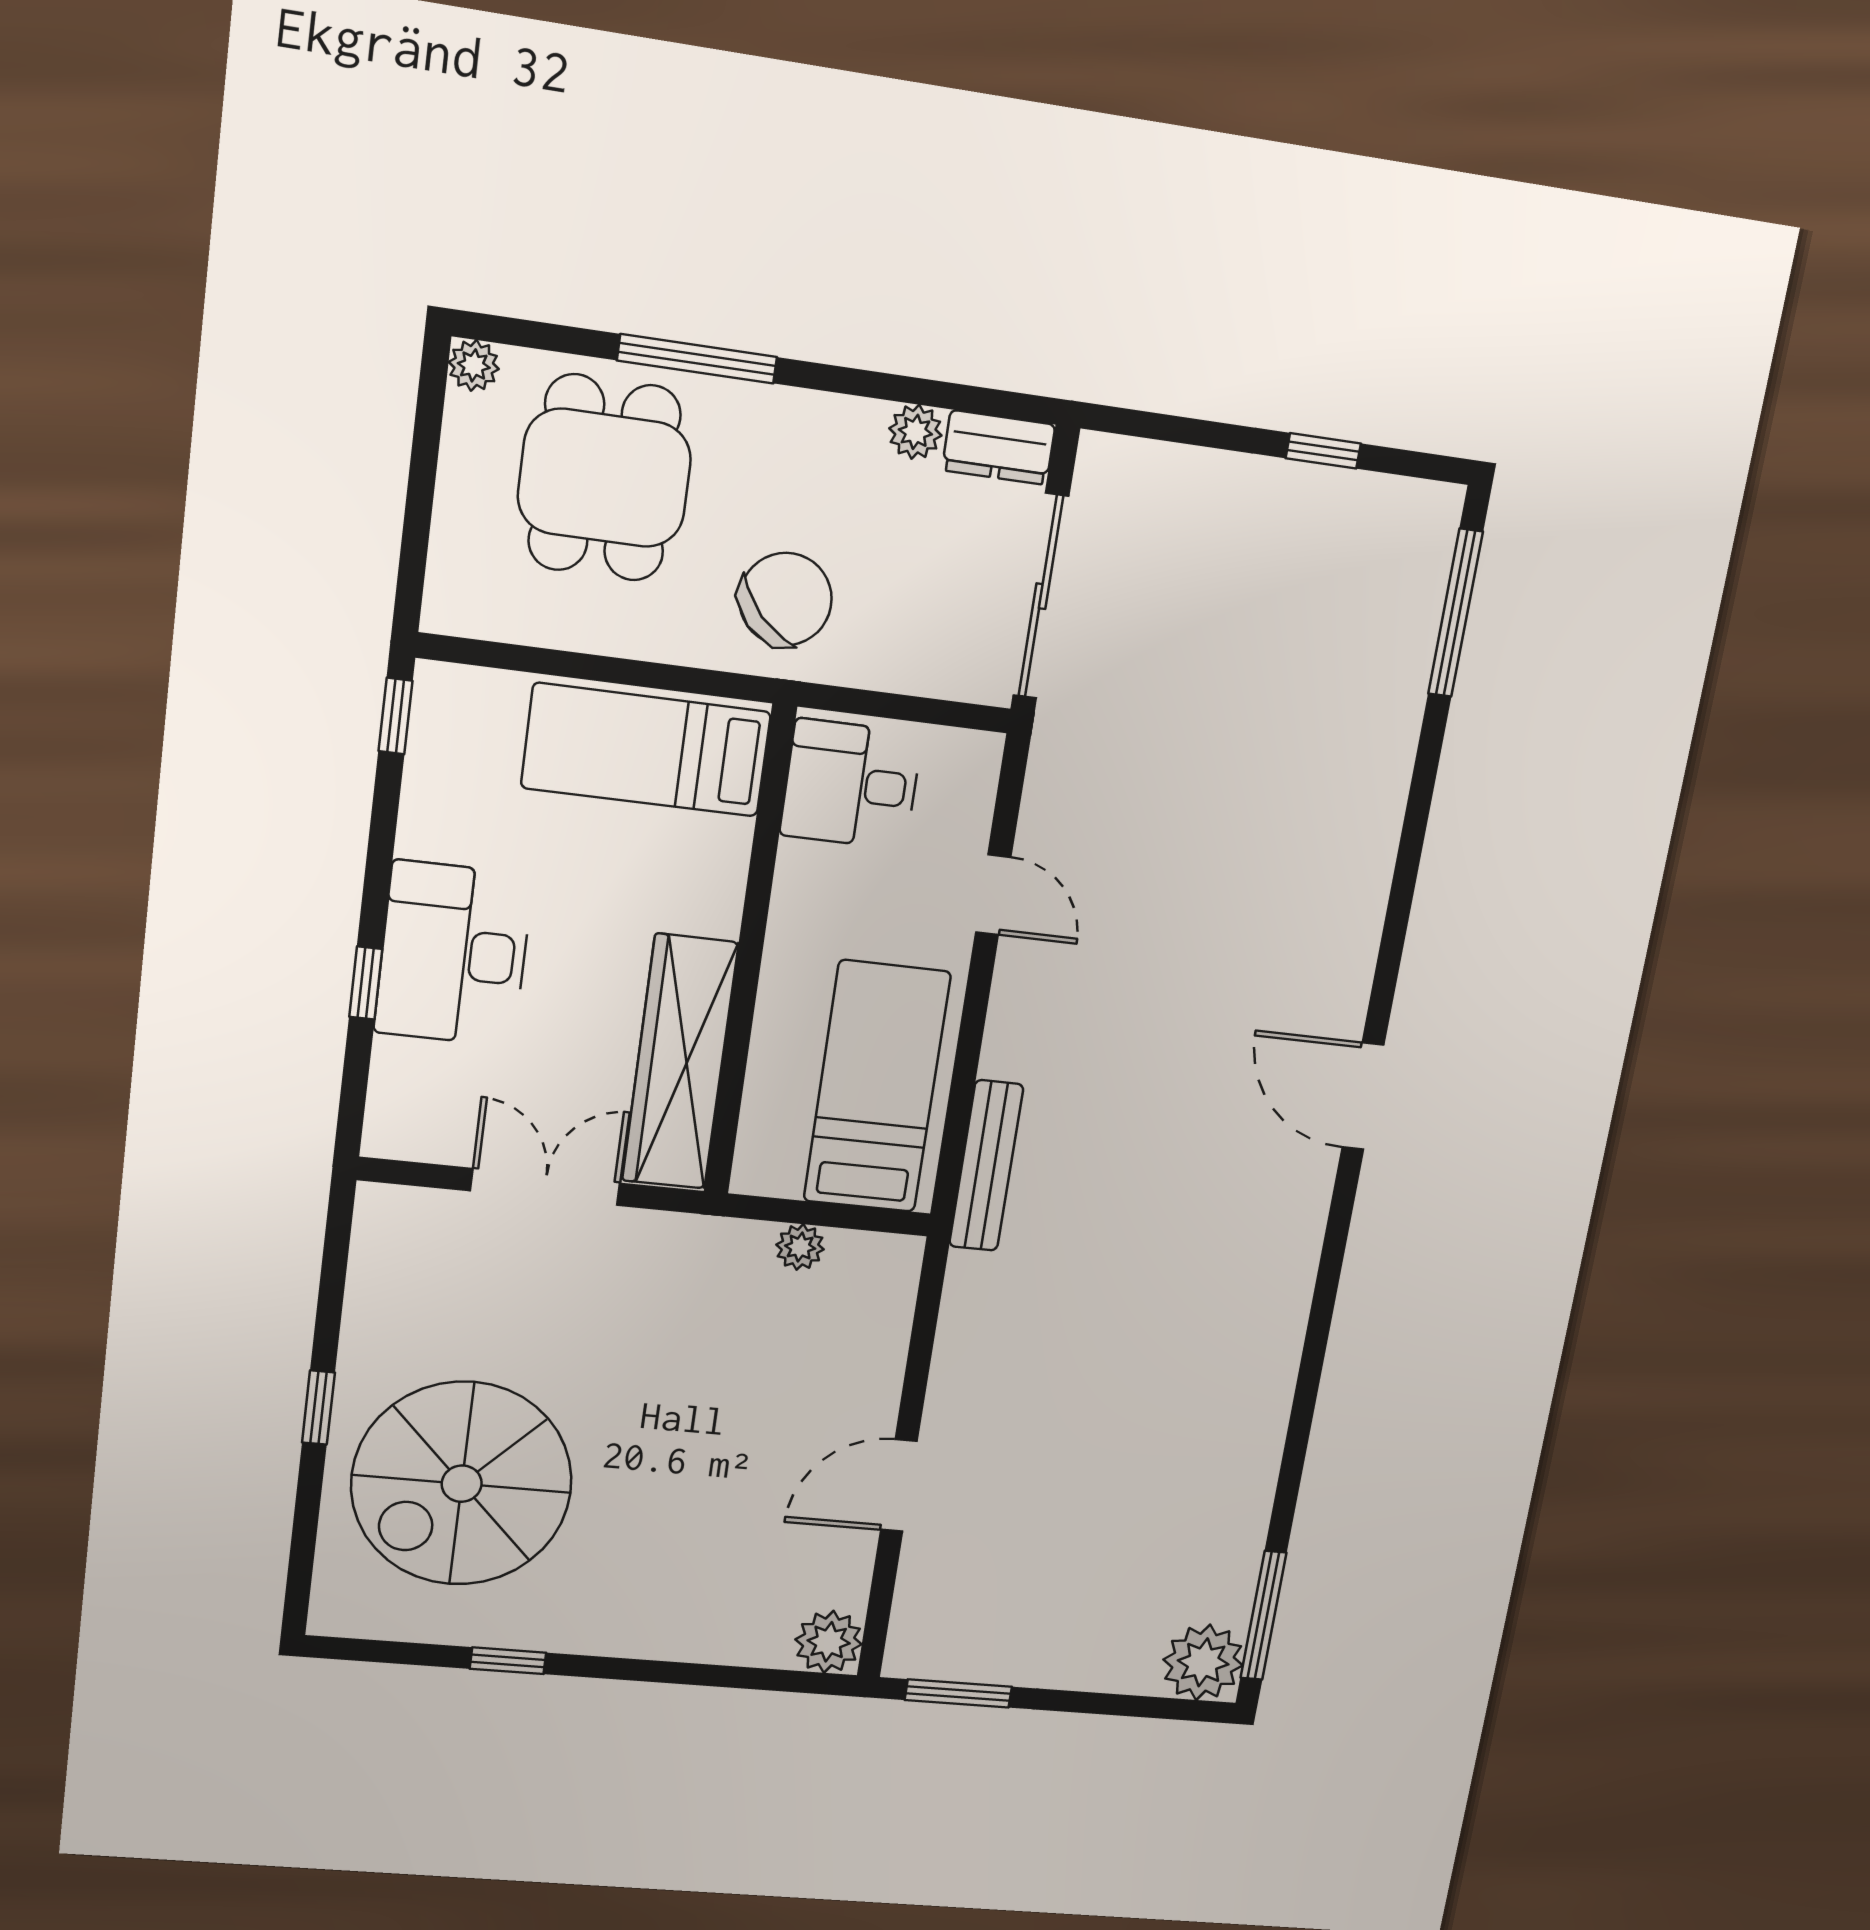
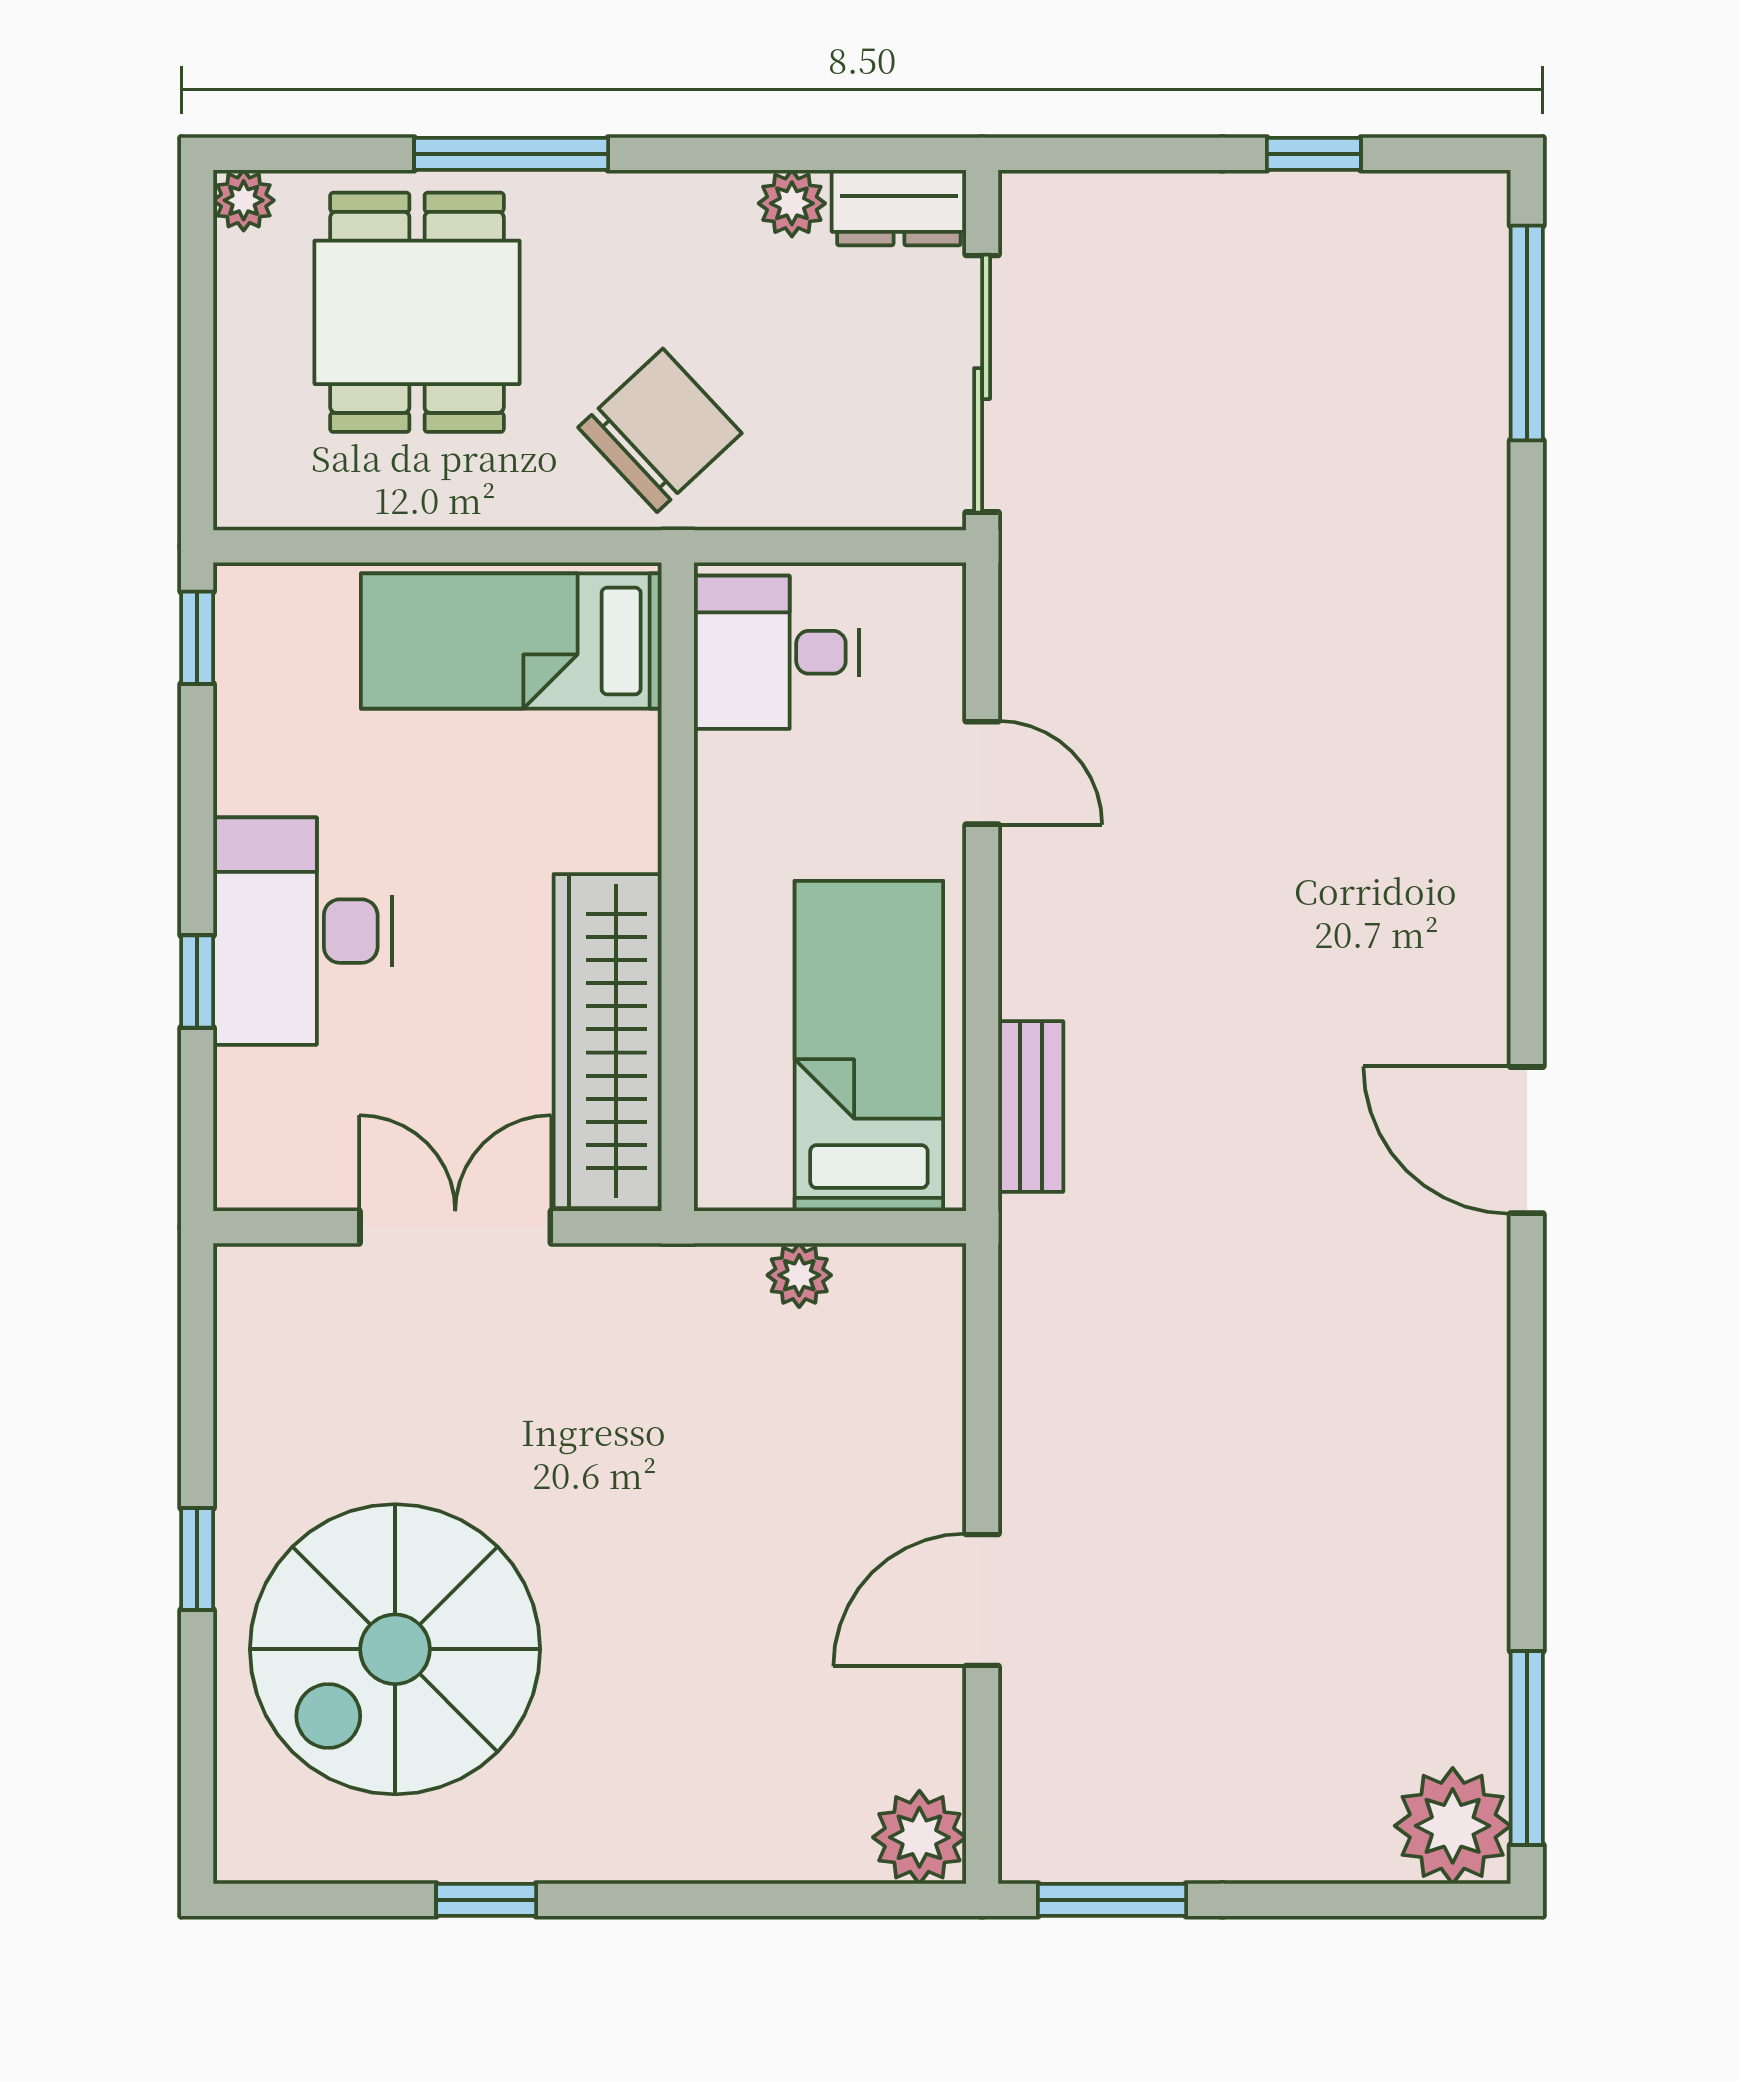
door: (1363, 1096) -> (1527, 1140), moved
bench: (986, 1166) -> (1031, 1107), width x0.73

